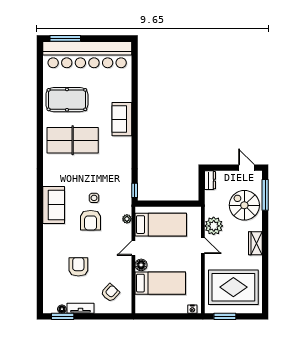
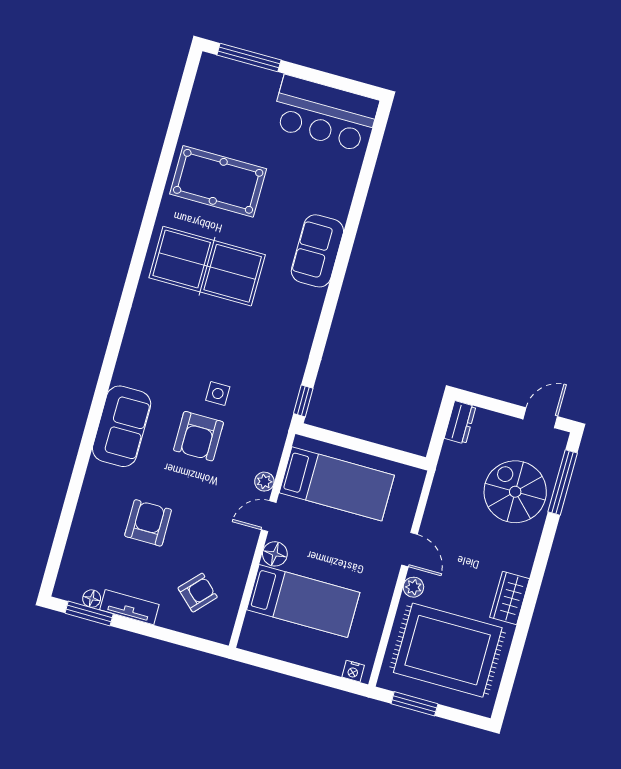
bar counter: (87, 55) -> (325, 114), width x0.54
door: (246, 168) -> (540, 418), hinge flipped
sofa: (54, 205) -> (122, 426), moved
plant: (127, 219) -> (264, 482), moved
plant: (214, 226) -> (413, 587), moved, width x0.53, depth x0.53
wardrobe: (255, 243) -> (510, 598), moved

